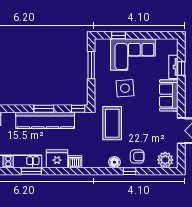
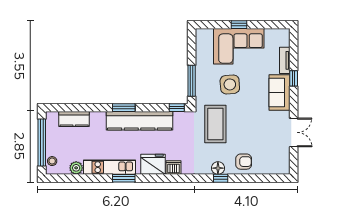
window: (118, 35) -> (239, 25), moved
window: (91, 65) -> (192, 81), moved
window: (181, 69) -> (294, 78), moved
window: (44, 109) -> (124, 108), moved
plant: (165, 160) -> (275, 165), removed
window: (129, 171) -> (221, 178), moved

